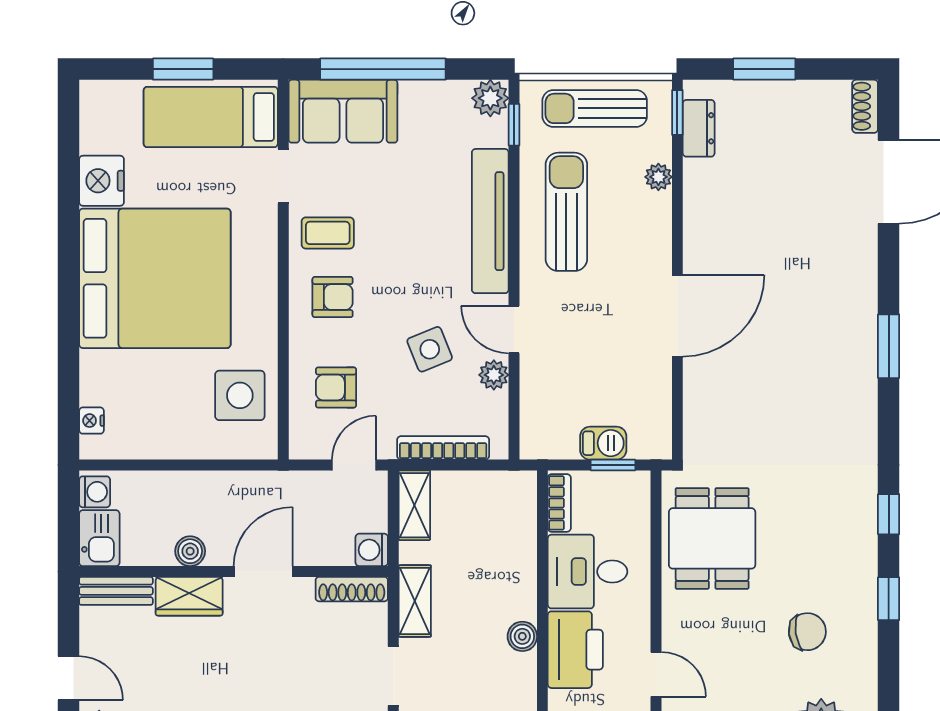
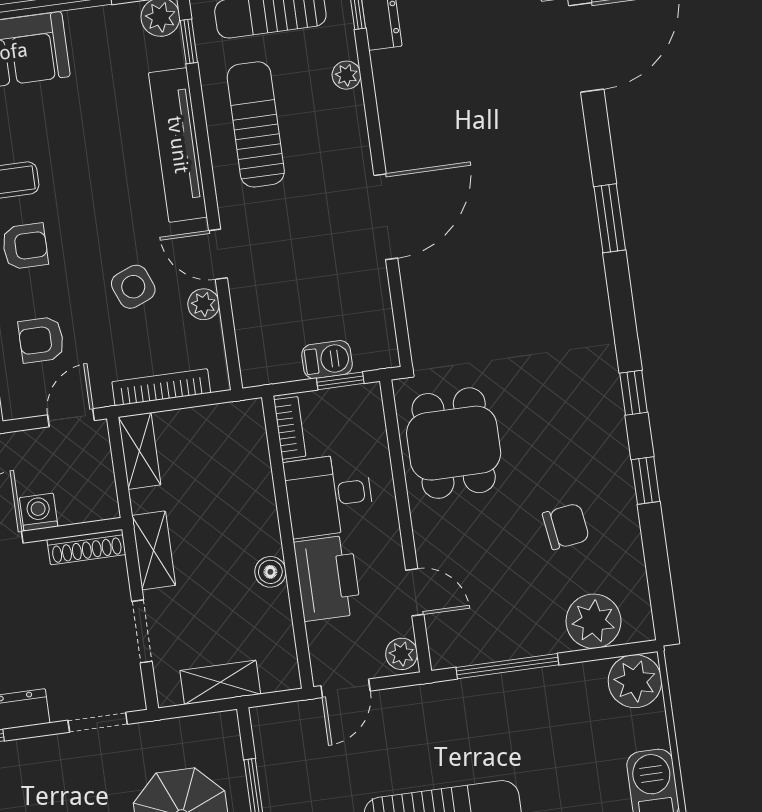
washing machine: (372, 550) -> (39, 512), moved, turned 90

